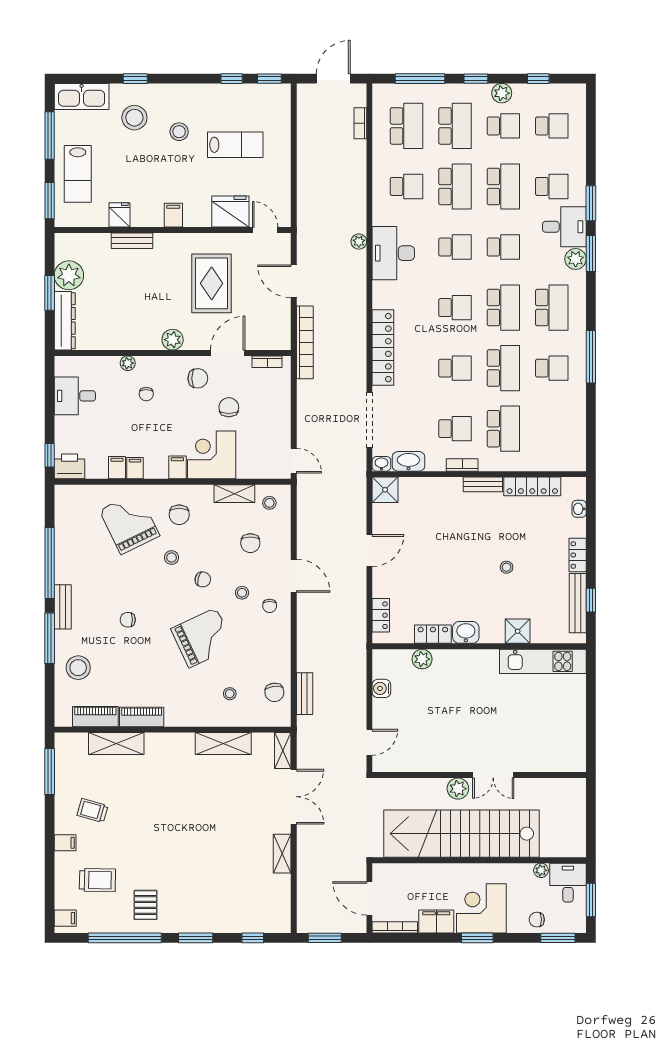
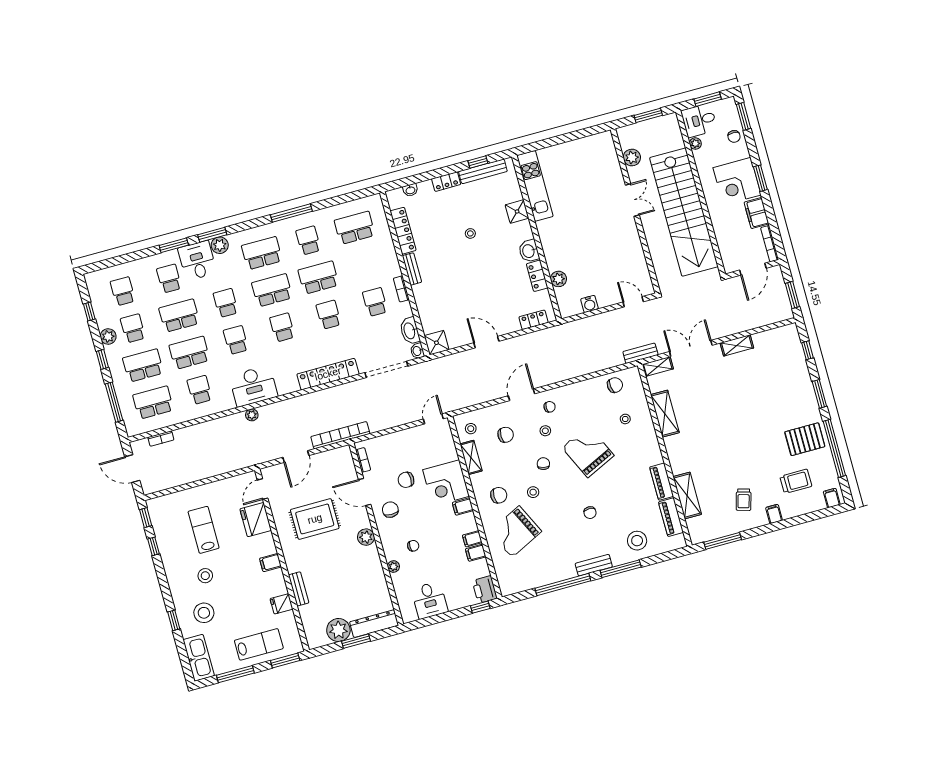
school desk: (503, 429) -> (355, 228), moved
bench: (305, 694) -> (640, 353), moved
plant: (458, 789) -> (632, 157), moved
window: (591, 822) -> (648, 115), added
trolley: (97, 880) -> (796, 481), turned 89
pallet: (146, 905) -> (805, 439), width x1.50, depth x1.42

